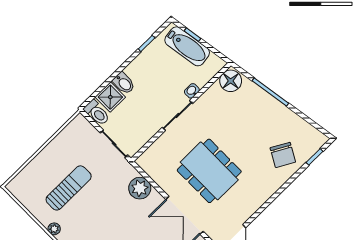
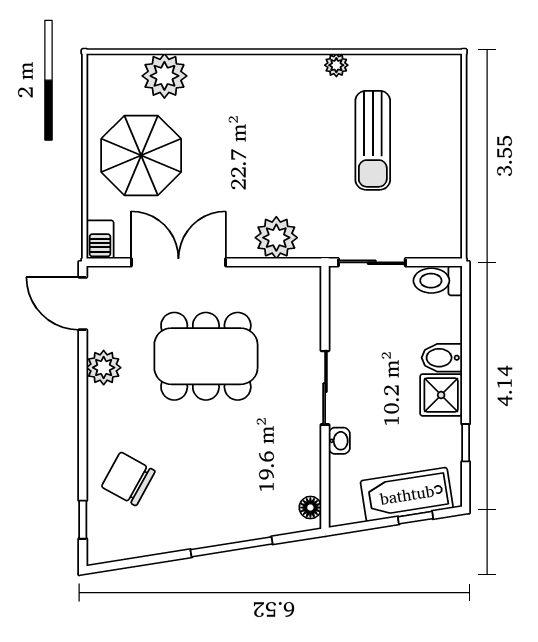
floor lamp: (231, 81) -> (310, 508), width x0.53, depth x0.53
shower: (110, 97) -> (441, 395), moved
plant: (251, 205) -> (104, 368), added

